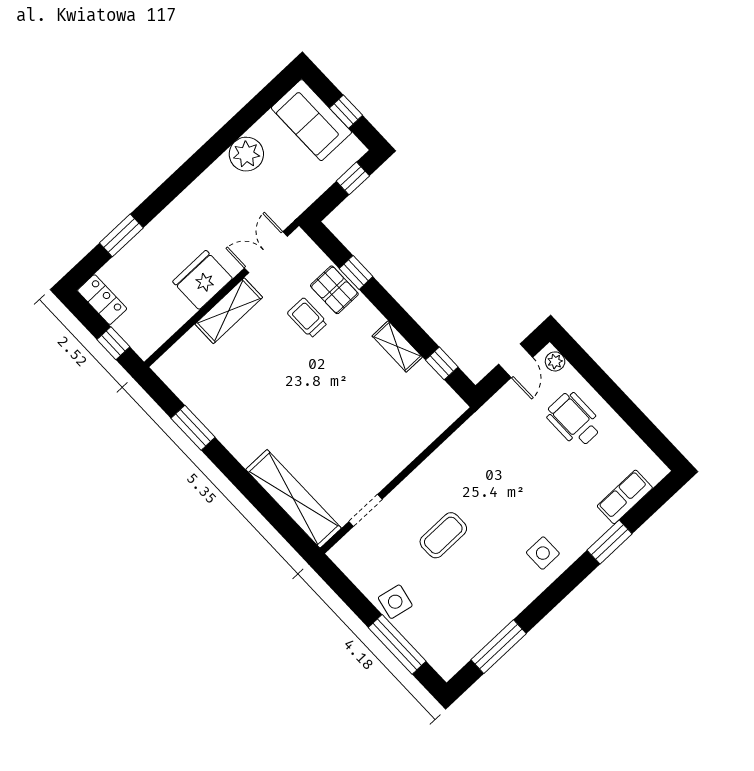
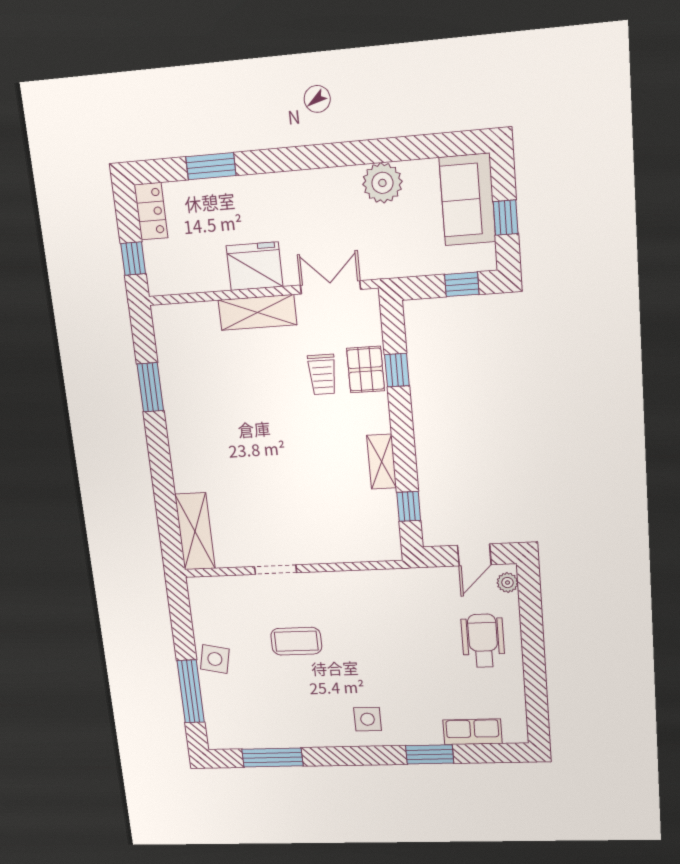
trolley: (307, 318) -> (322, 375), turned 180
shelving: (293, 499) -> (195, 531), width x0.68
doorway: (365, 510) -> (276, 570), moved

